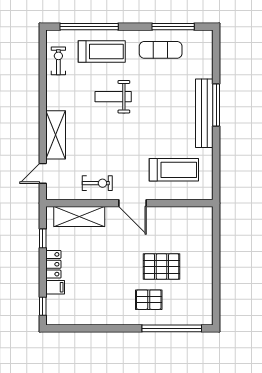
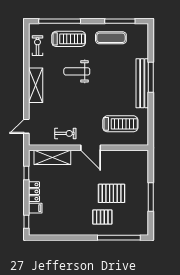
shelving: (56, 135) -> (36, 85), moved
window: (216, 272) -> (151, 197), added

